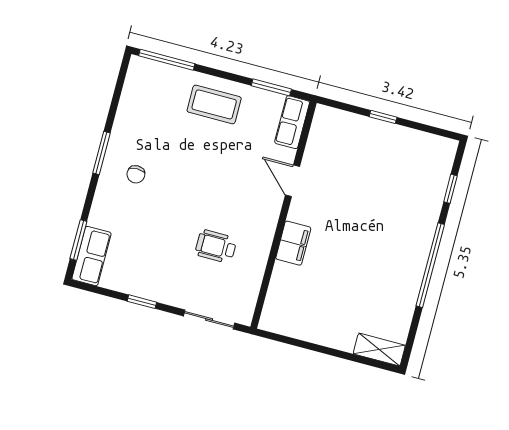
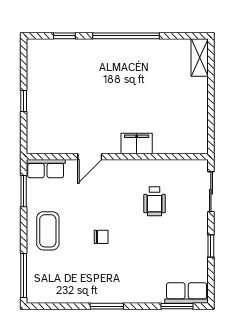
chair: (136, 174) -> (101, 237), moved

